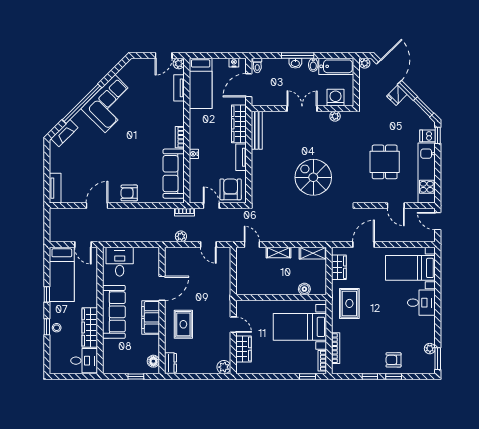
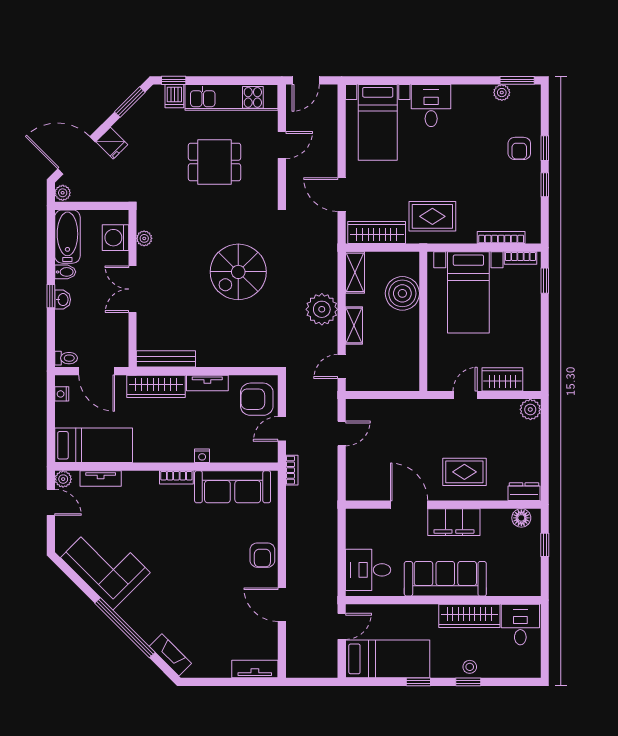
window: (298, 56) -> (51, 296), width x0.46
corner sofa: (110, 104) -> (105, 565), moved
plant: (181, 236) -> (322, 309), moved, width x1.88, depth x1.88
wardrobe: (339, 267) -> (377, 233), width x1.50
boiler: (304, 289) -> (402, 293), width x1.86, depth x1.86

